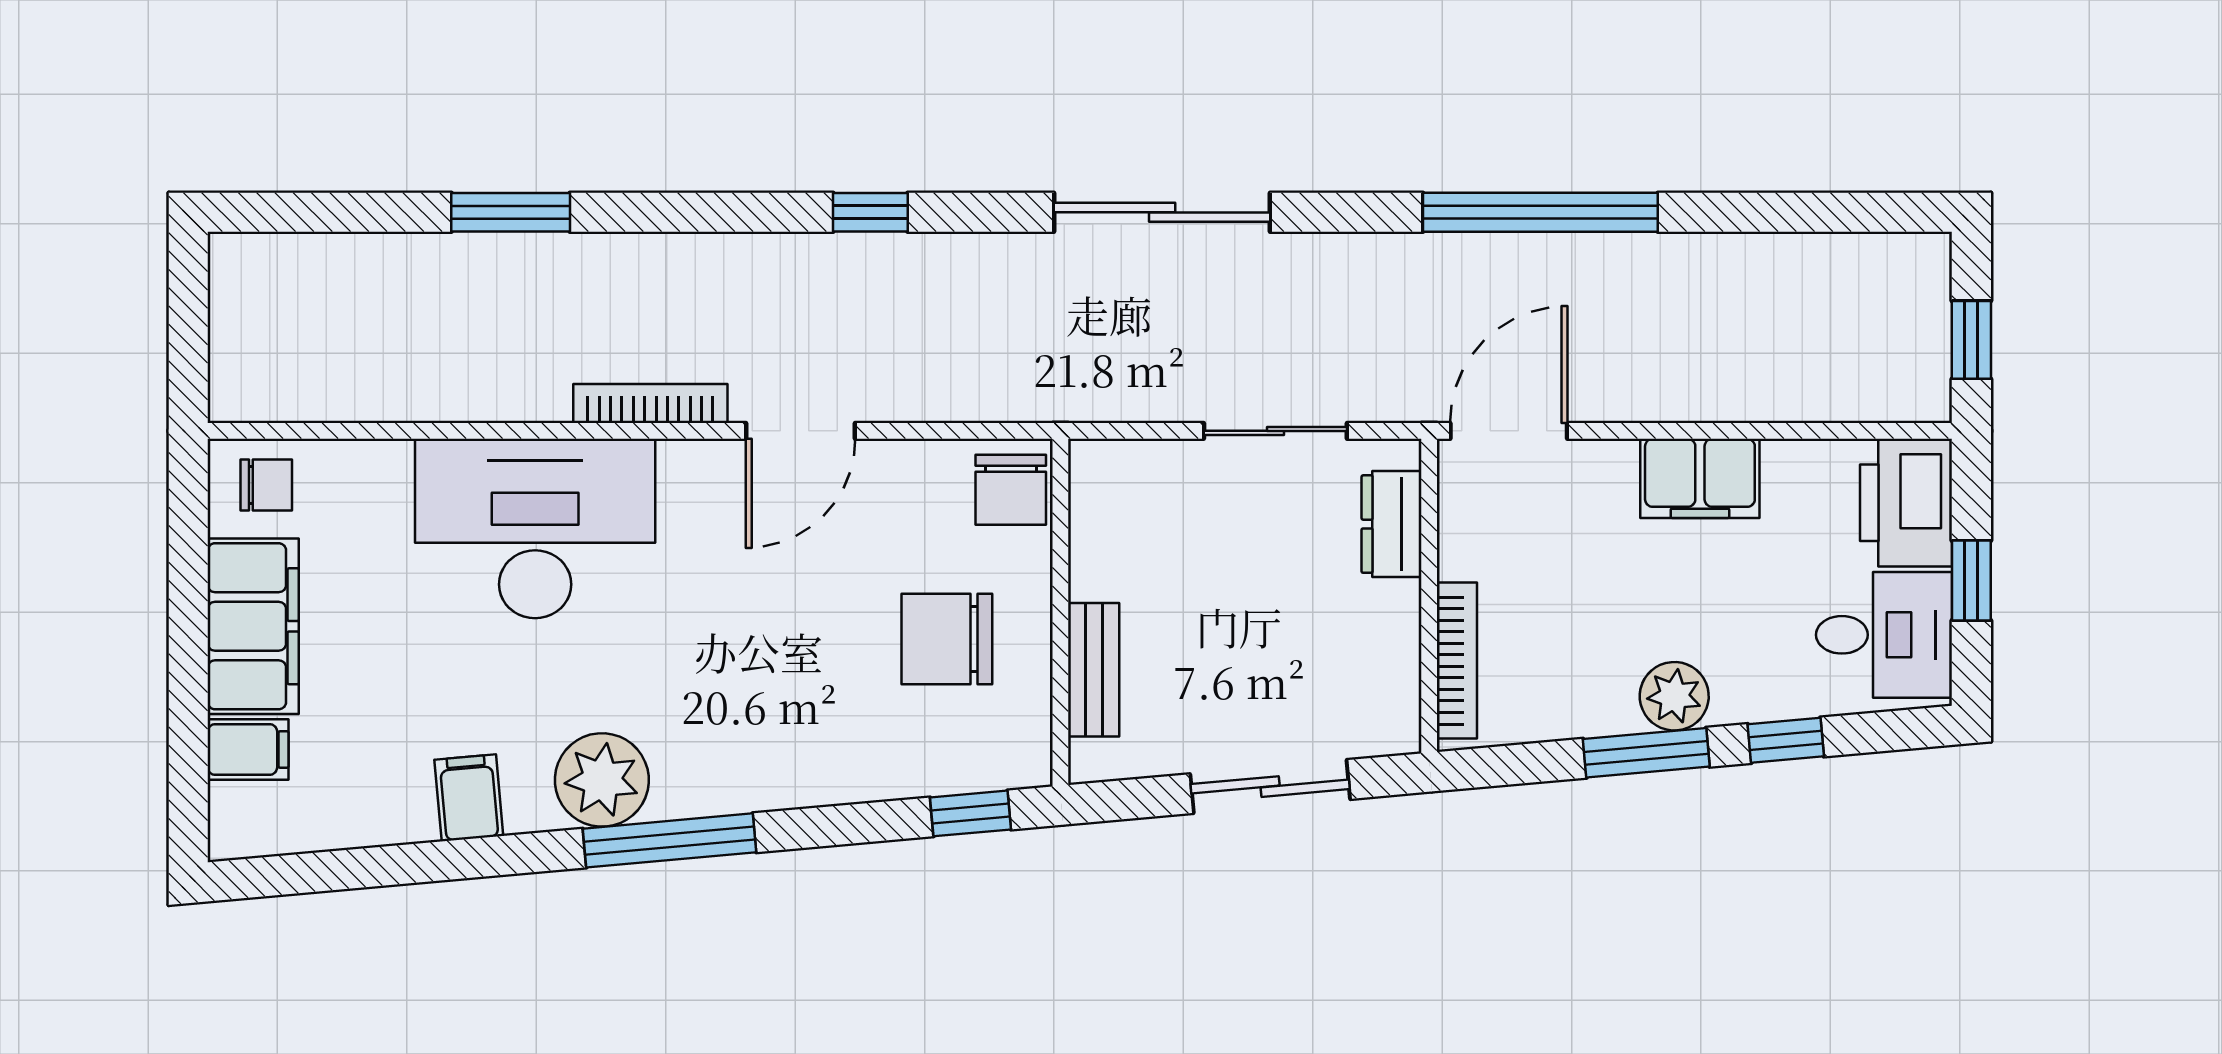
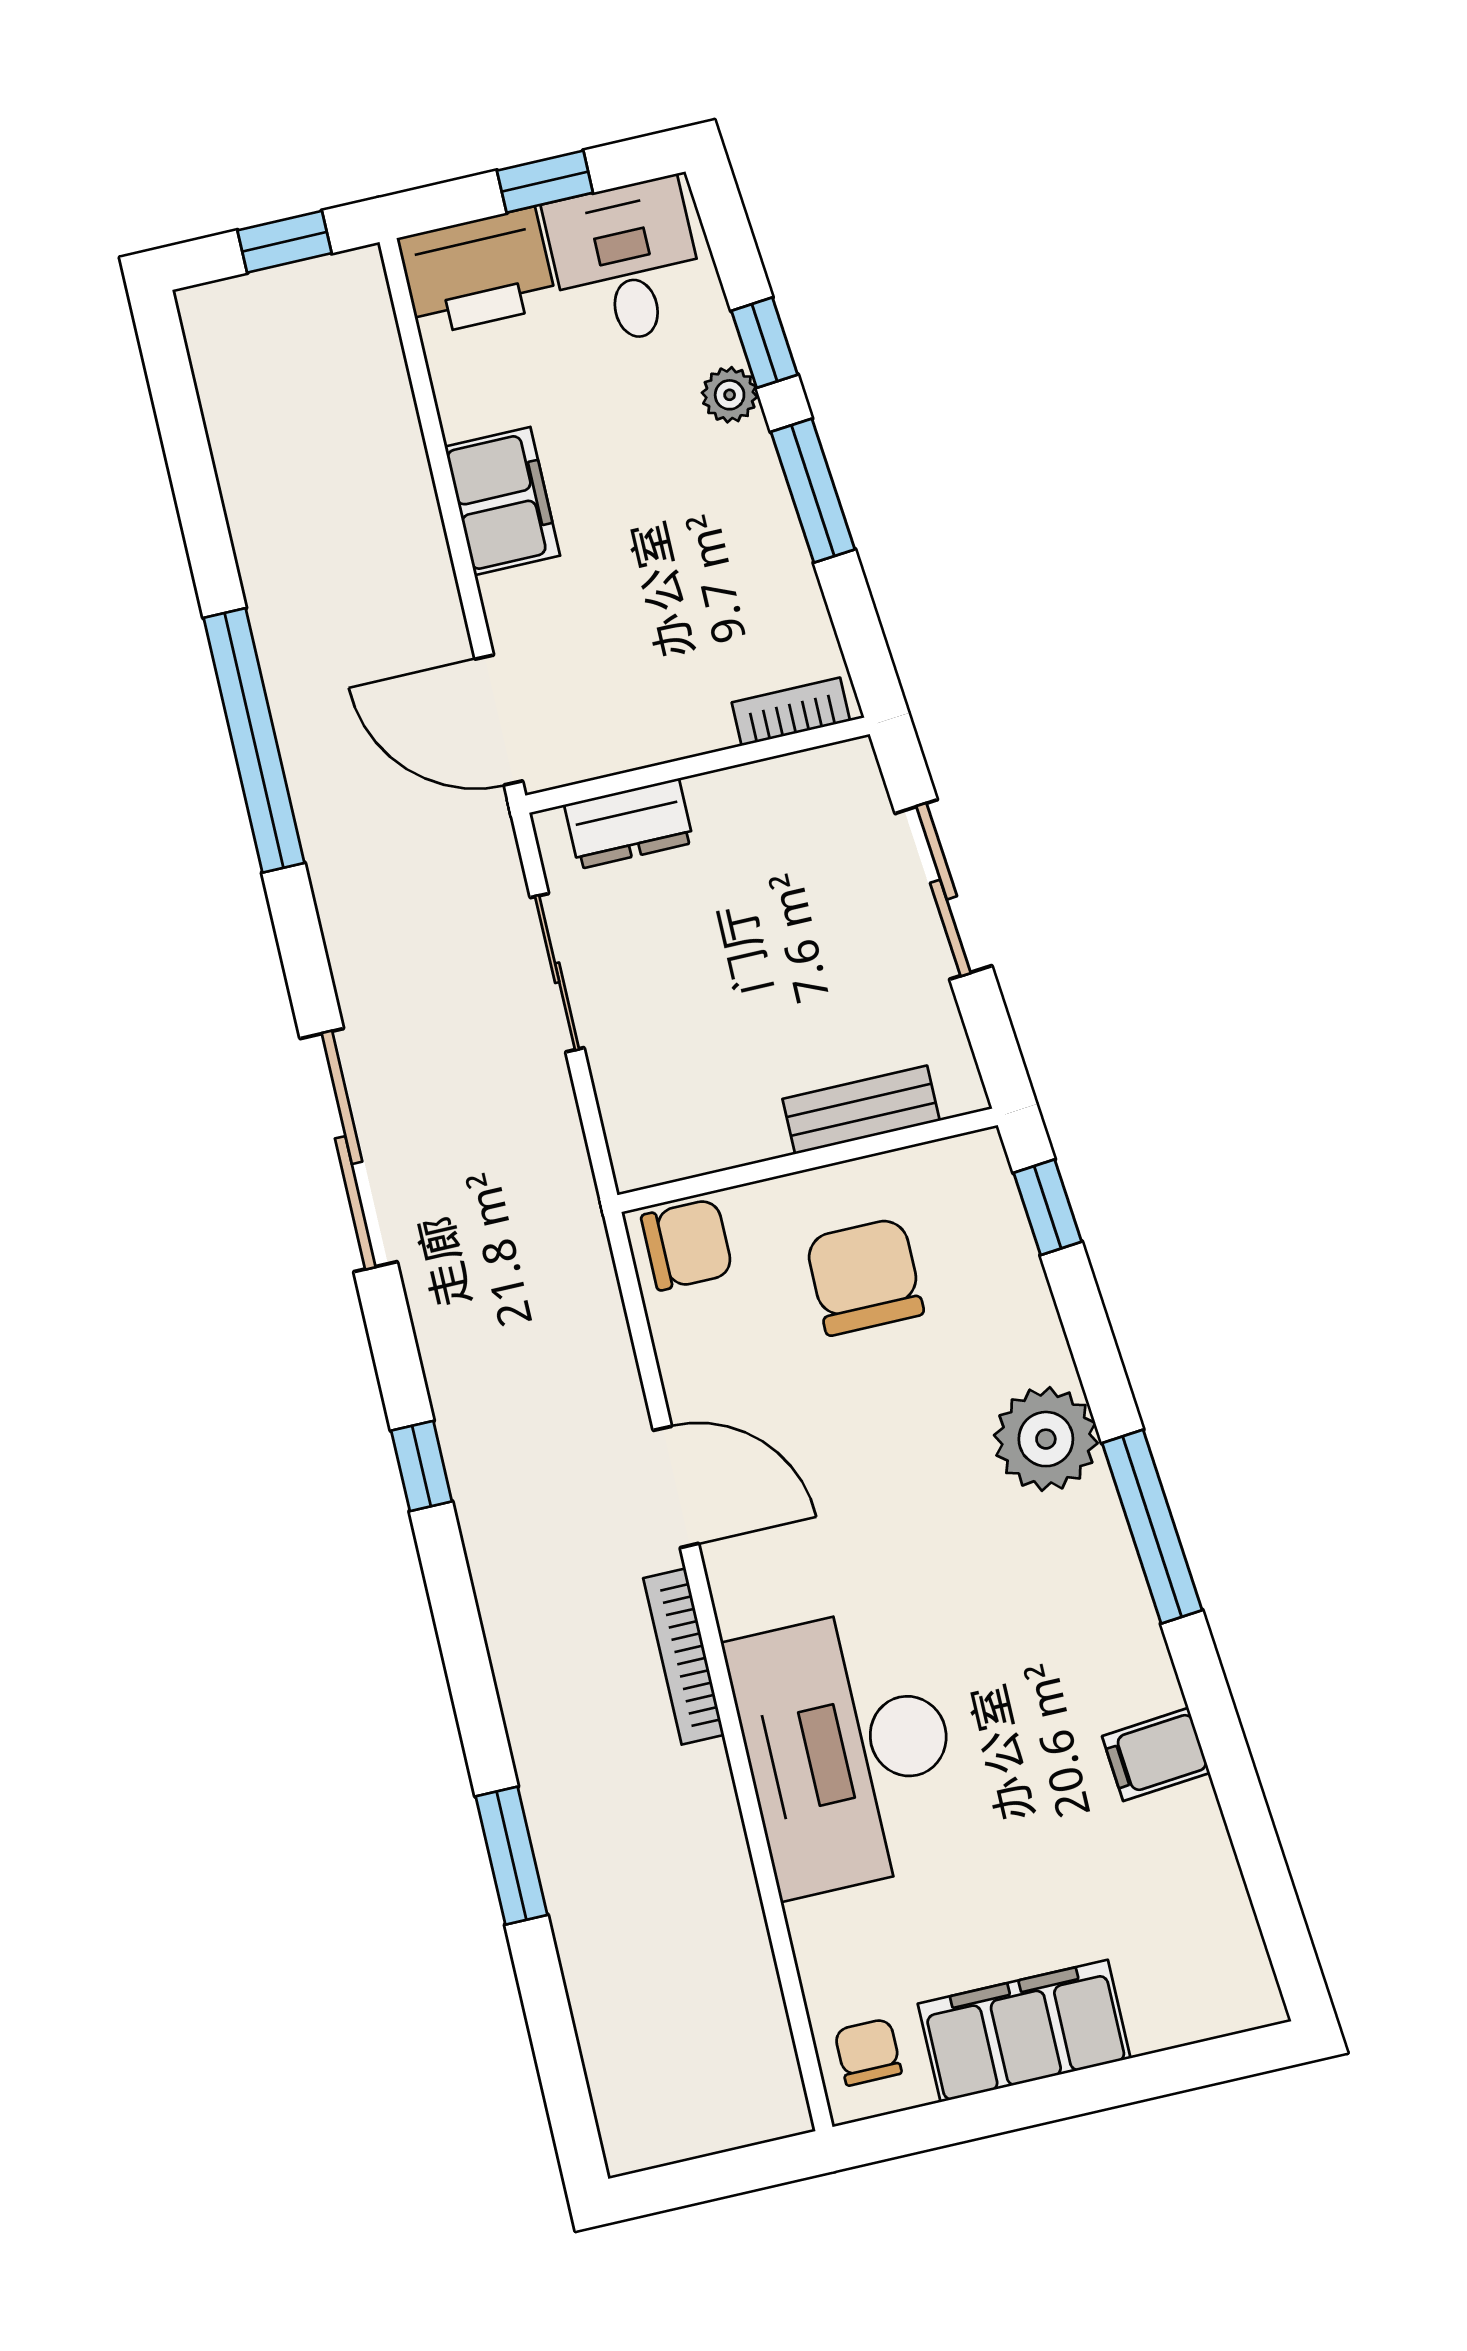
chair: (947, 639) -> (865, 1277), turned 180
bookcase: (1457, 661) -> (791, 712), width x0.64
plant: (1674, 696) -> (730, 395), moved, width x0.73, depth x0.73
filing cabinet: (248, 749) -> (1159, 2006), removed
plant: (602, 780) -> (1046, 1439), moved

